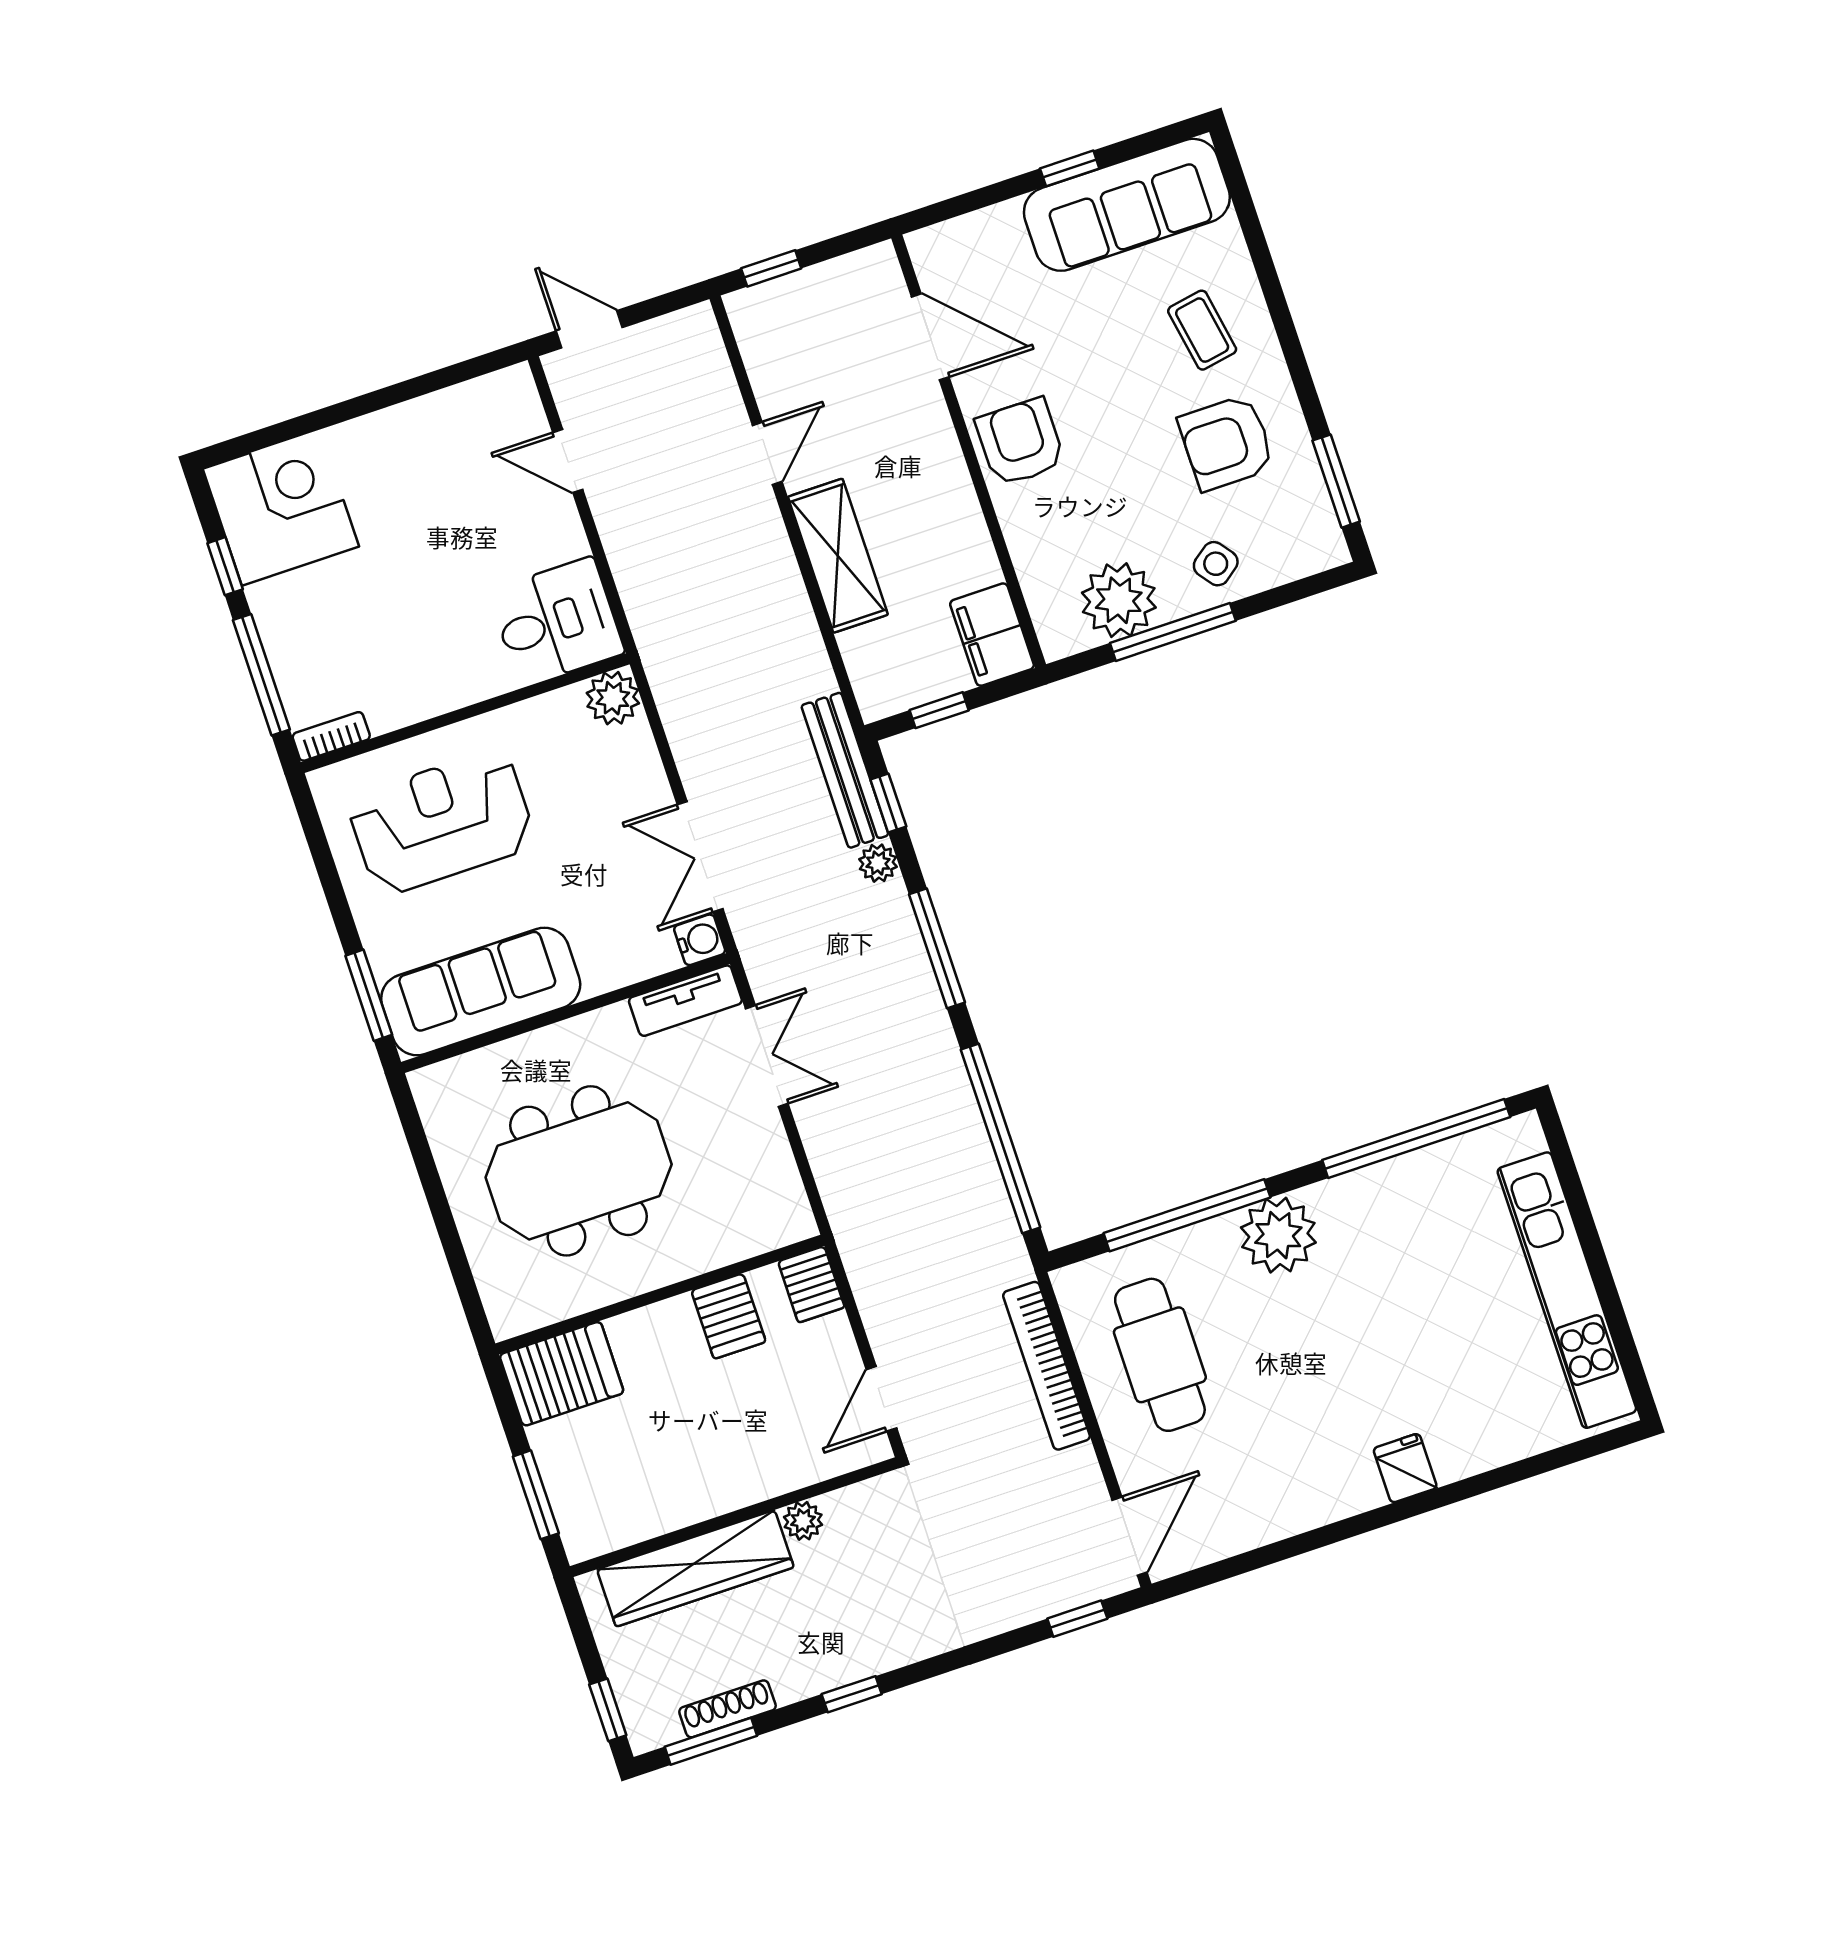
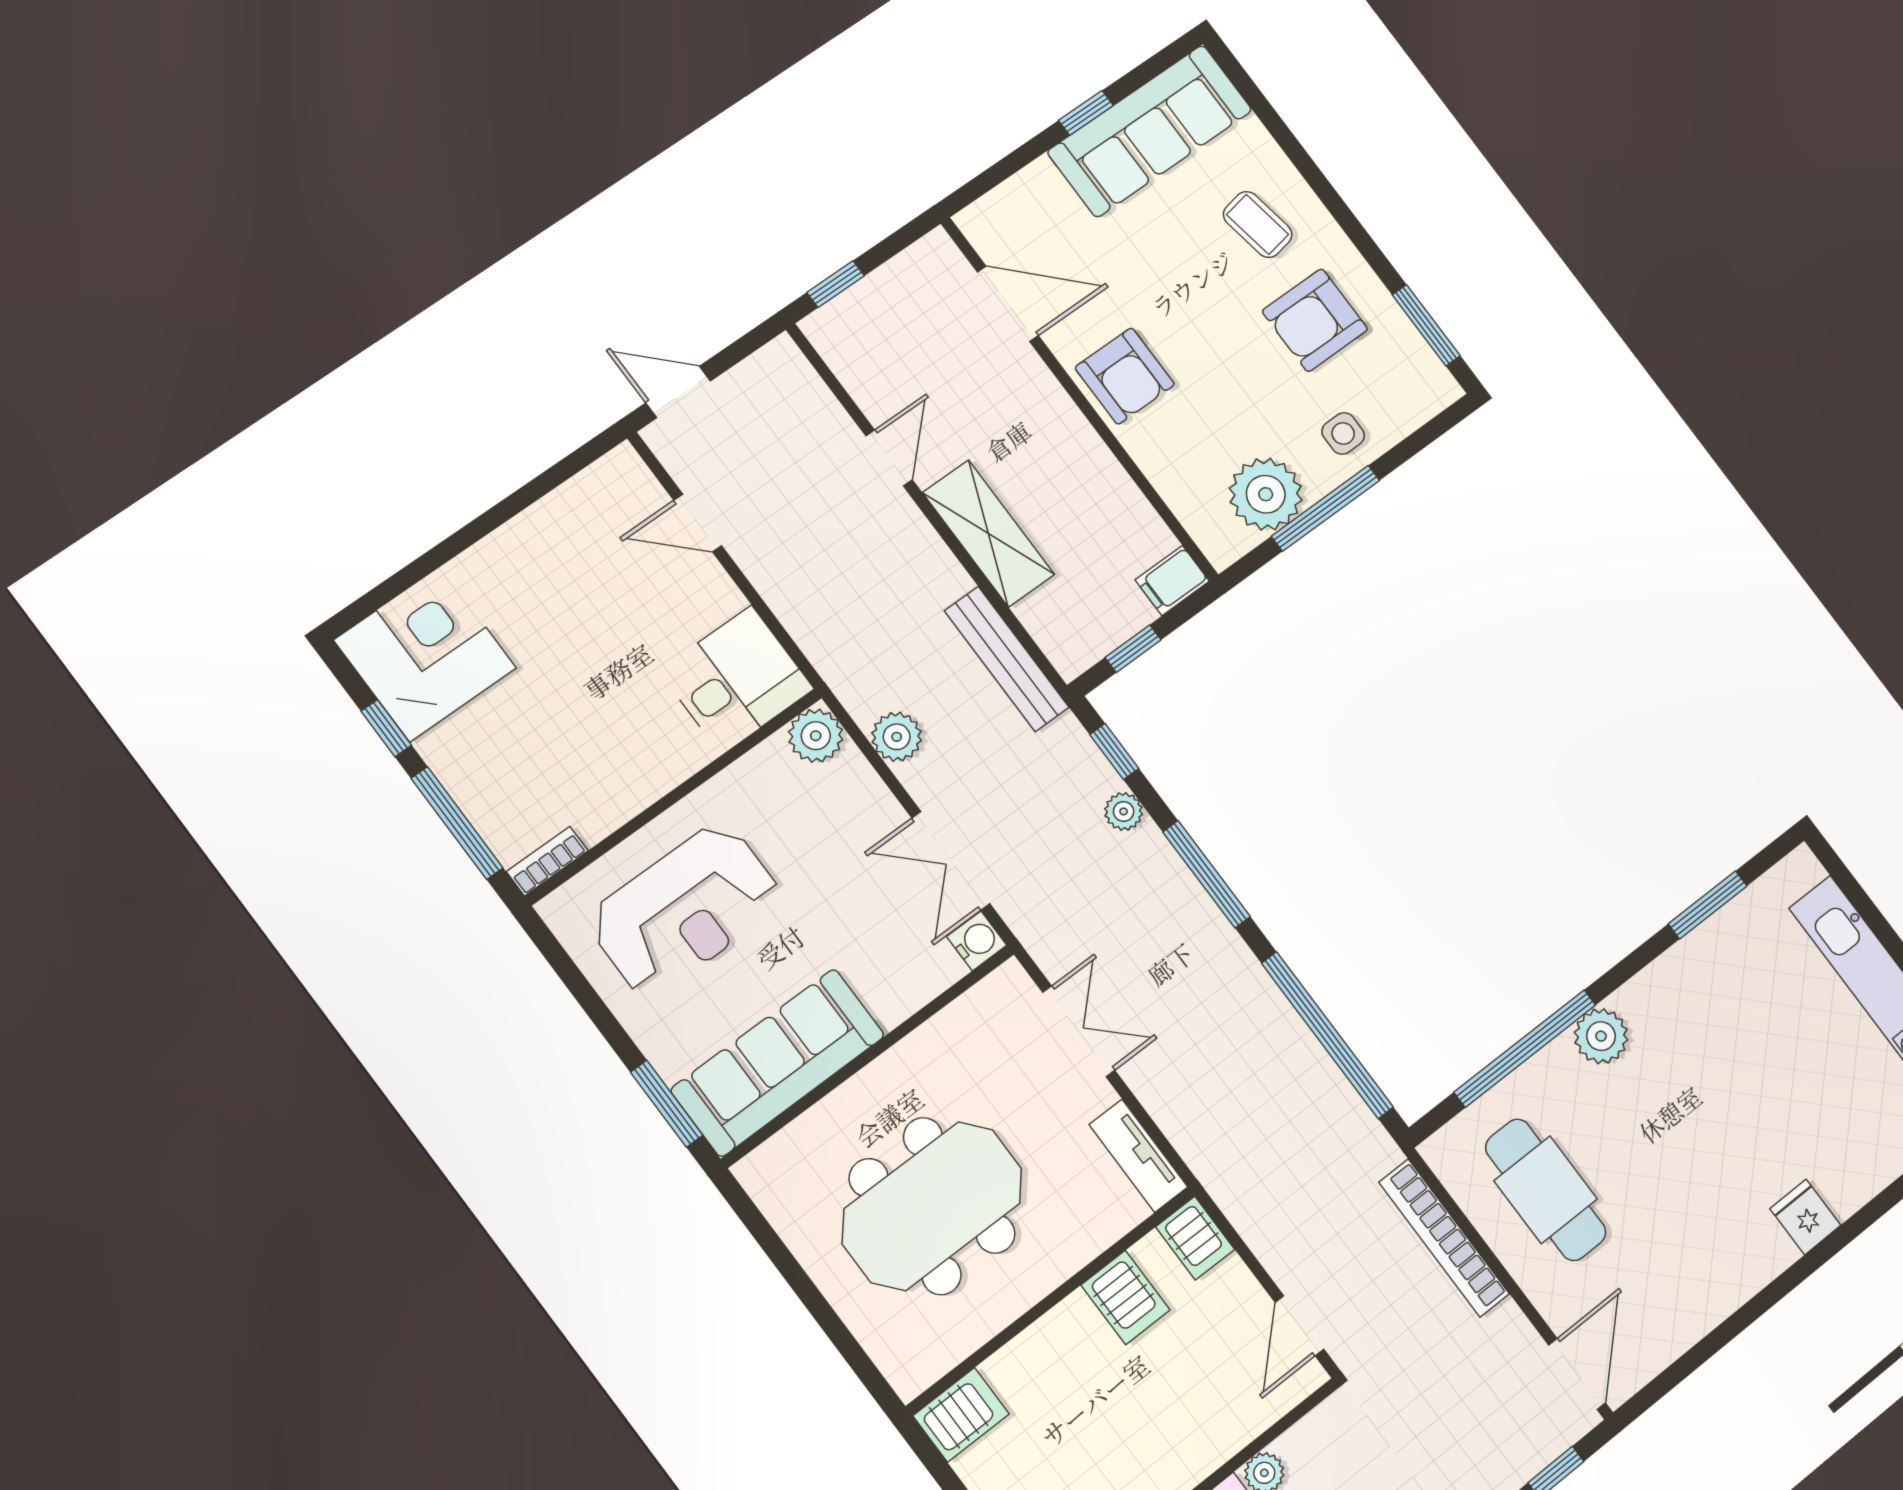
armchair: (1020, 442) -> (1125, 376), turned 180
side table: (1216, 564) -> (1343, 433), turned 37
filing cabinet: (992, 635) -> (1172, 580), width x0.50
plant: (688, 723) -> (897, 737), added
bench: (845, 770) -> (1007, 659), moved
reception desk: (441, 822) -> (685, 910), turned 180
tv unit: (685, 1001) -> (1138, 1156), moved, turned 90
window: (1416, 1139) -> (1708, 905), width x0.47
plant: (1278, 1235) -> (1601, 1036), width x0.73, depth x0.73
server rack: (562, 1374) -> (961, 1415), width x0.73, depth x0.70

